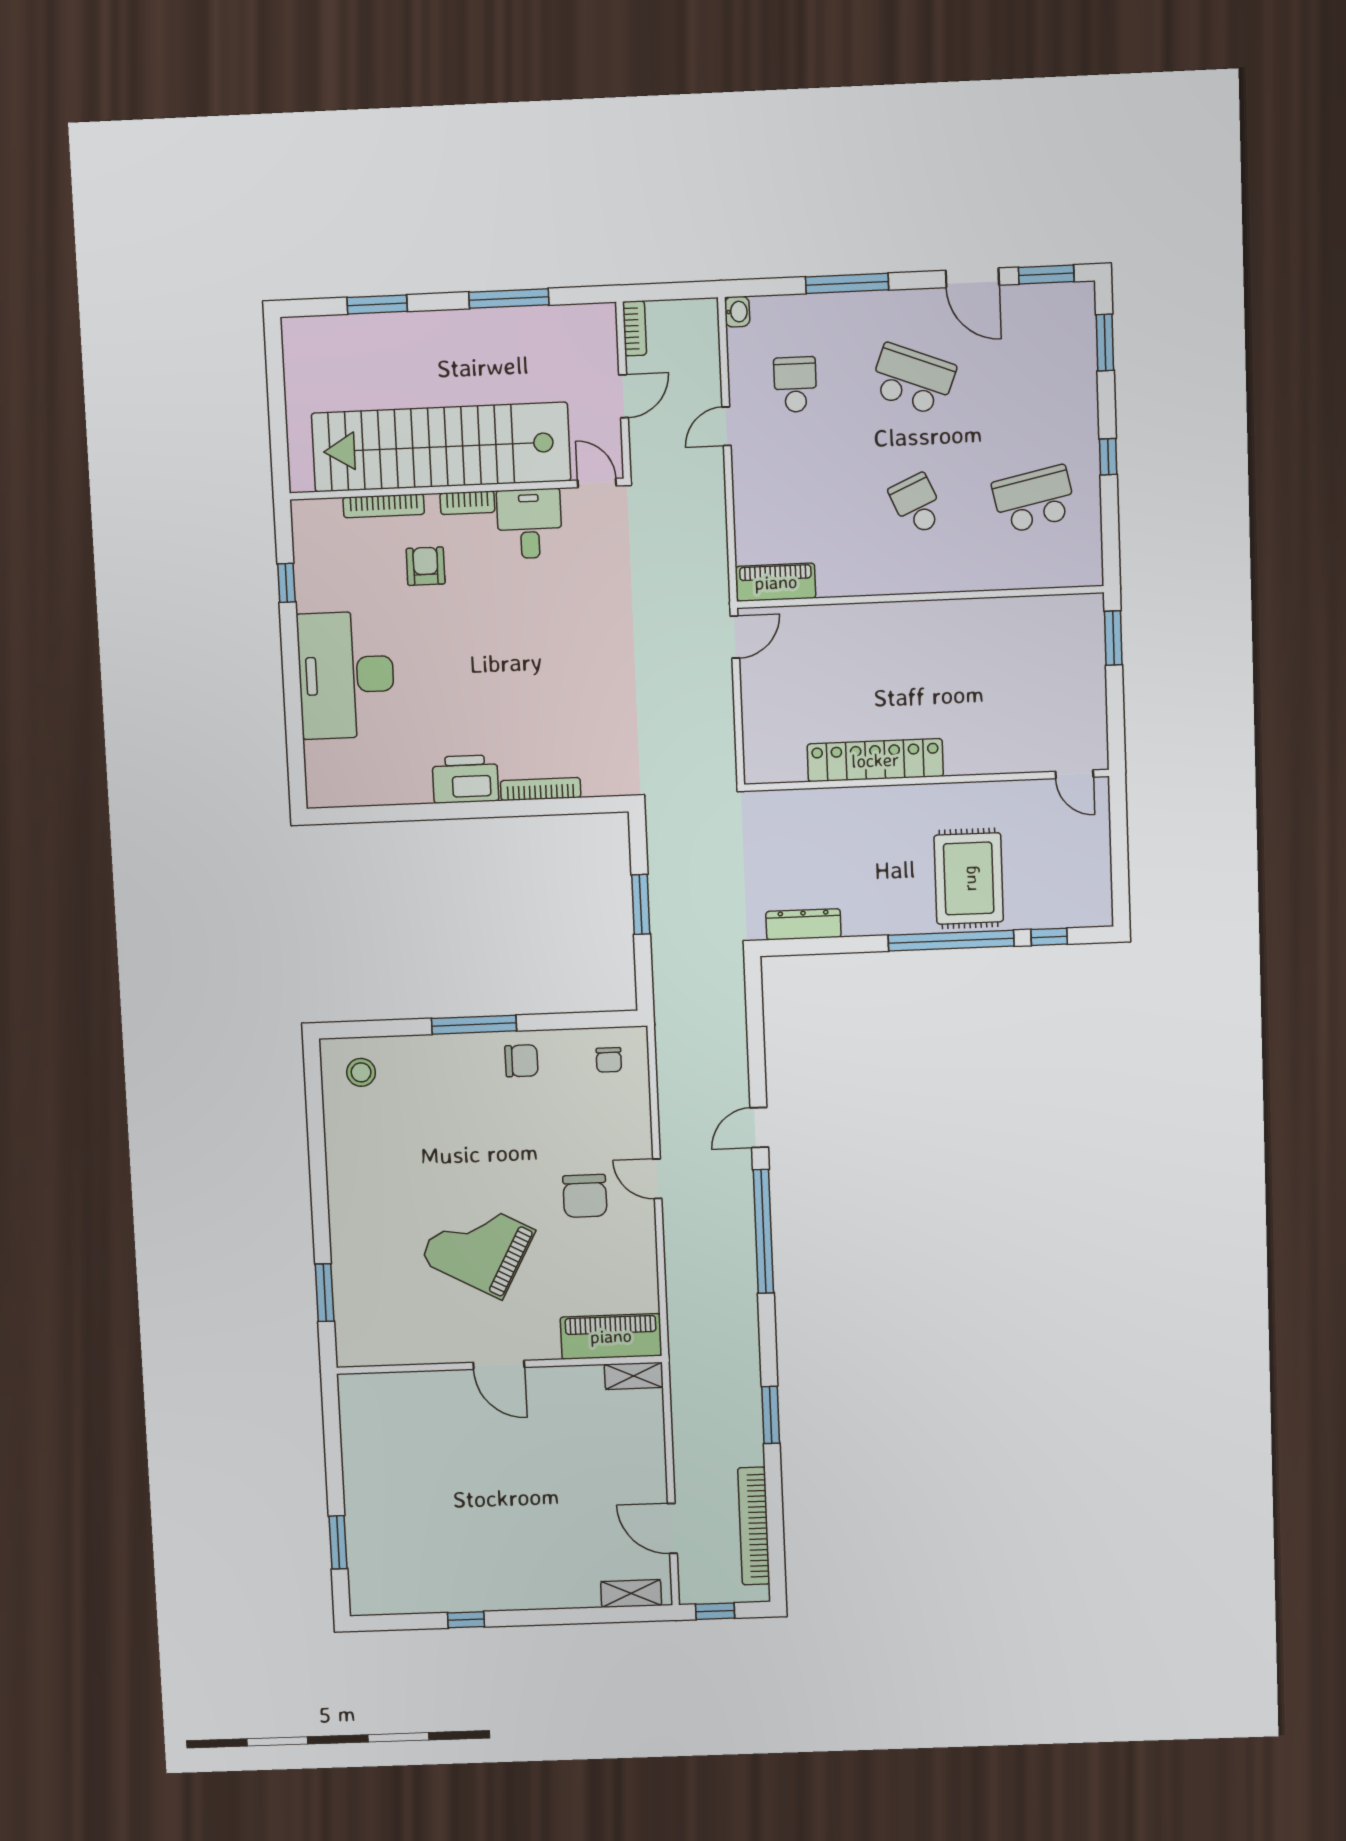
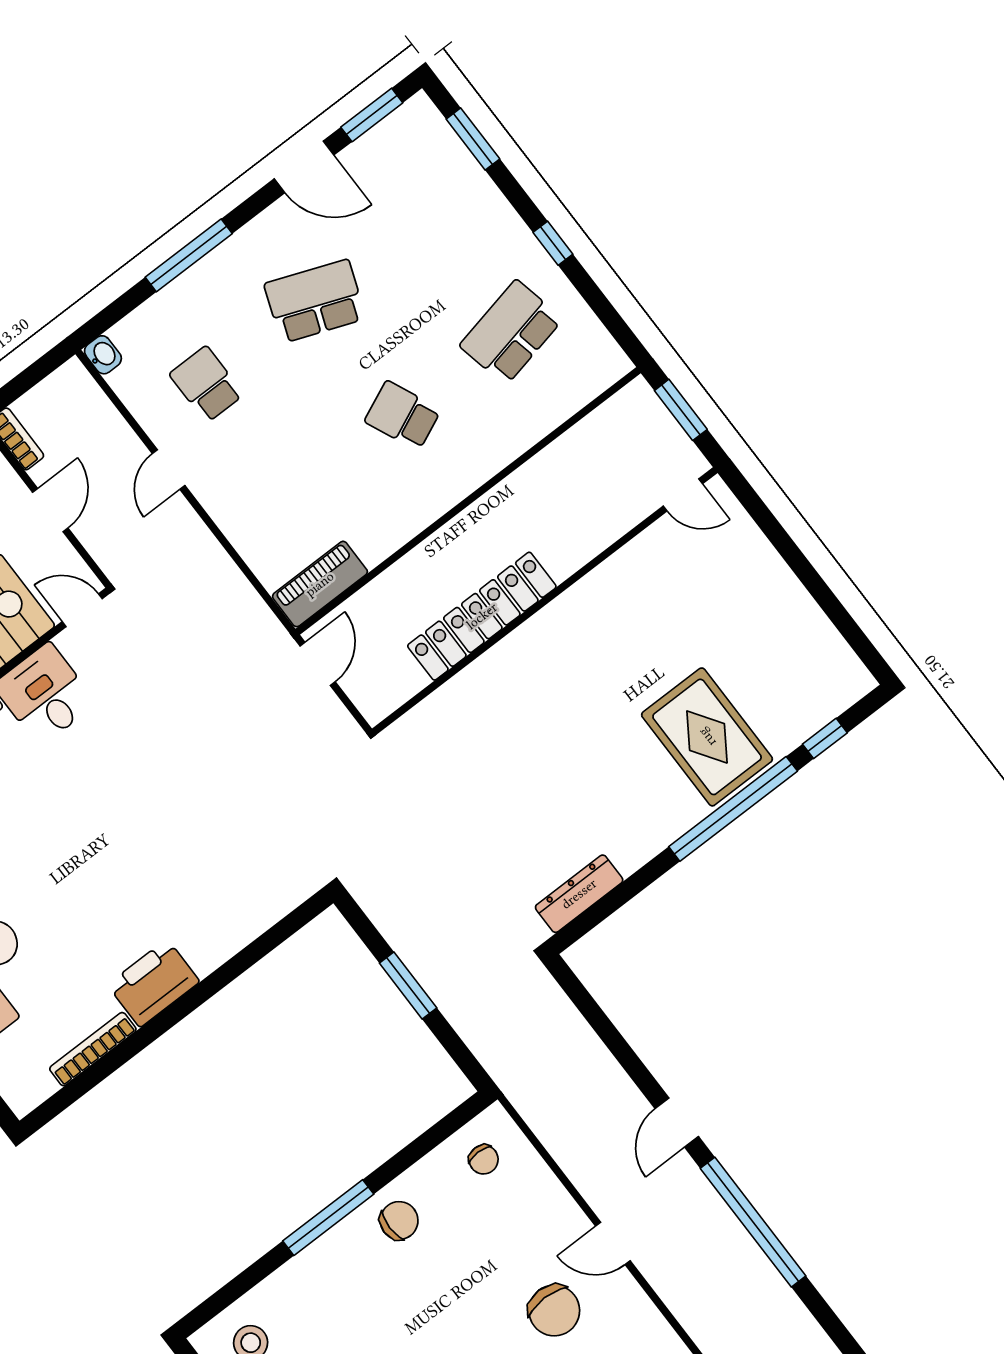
locker: (875, 760) -> (482, 616), moved
door: (1074, 774) -> (683, 495), moved
wall: (926, 780) -> (545, 601), moved
bookcase: (541, 789) -> (93, 1049), moved

